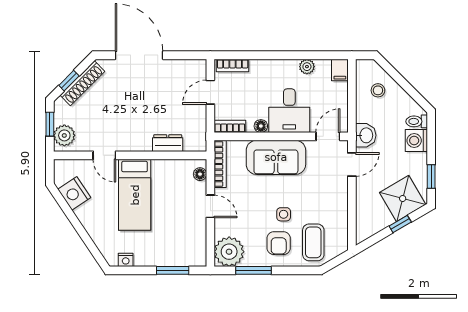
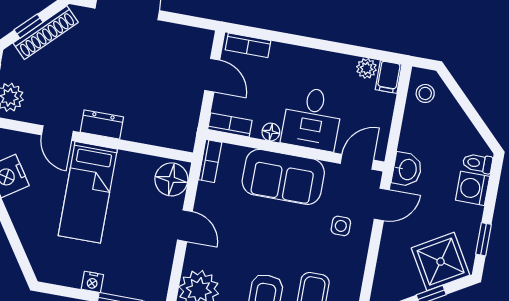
plant: (307, 67) -> (366, 68), moved
stool: (378, 90) -> (425, 93), moved
door: (210, 92) -> (212, 75), swing flipped
dresser: (168, 143) -> (102, 125), moved
bookcase: (220, 164) -> (210, 161), width x0.64
floor lamp: (200, 174) -> (171, 179), width x1.89, depth x1.89
side table: (284, 214) -> (341, 226), moved
nightstand: (126, 260) -> (92, 282), moved

